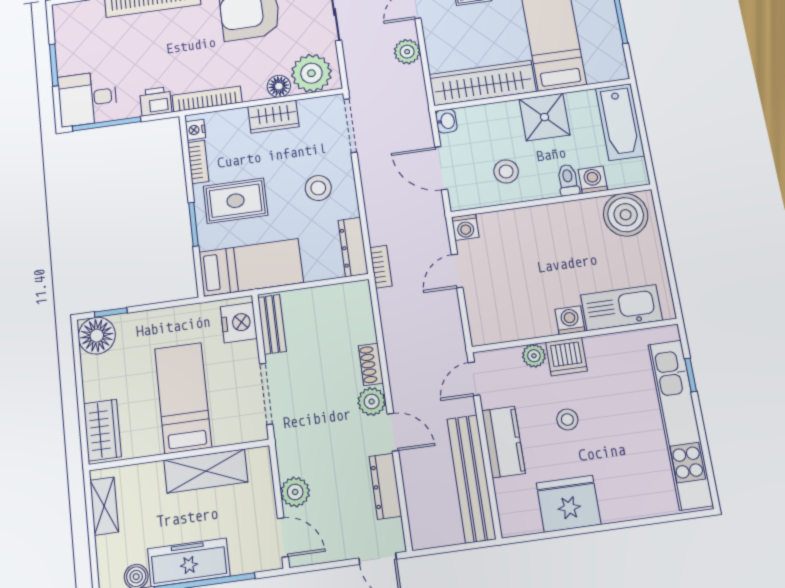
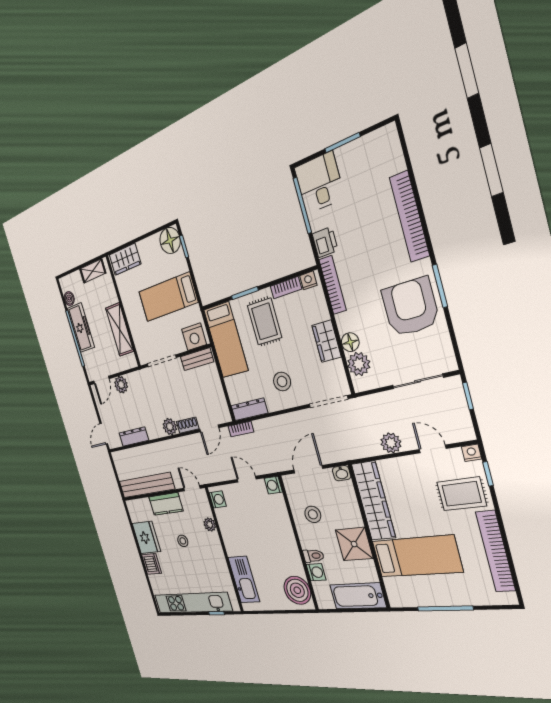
plant: (311, 73) -> (359, 364), width x0.73, depth x0.73
washing machine: (570, 320) -> (218, 499), moved
dishwasher: (566, 357) -> (152, 564), moved, turned 180
bed: (183, 398) -> (168, 297), moved, turned 180
door: (393, 432) -> (209, 428), moved

